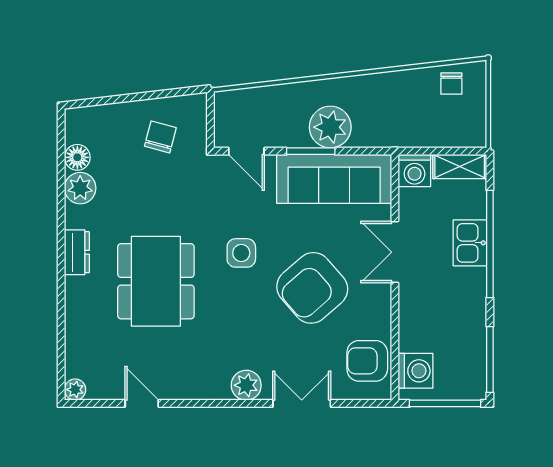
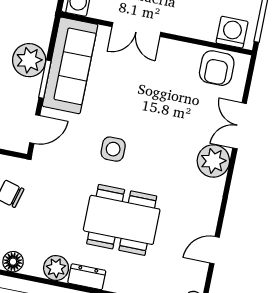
plant: (80, 188) -> (56, 268), moved
armchair: (312, 288) -> (151, 99), removed
plant: (246, 385) -> (213, 161), width x1.36, depth x1.36

